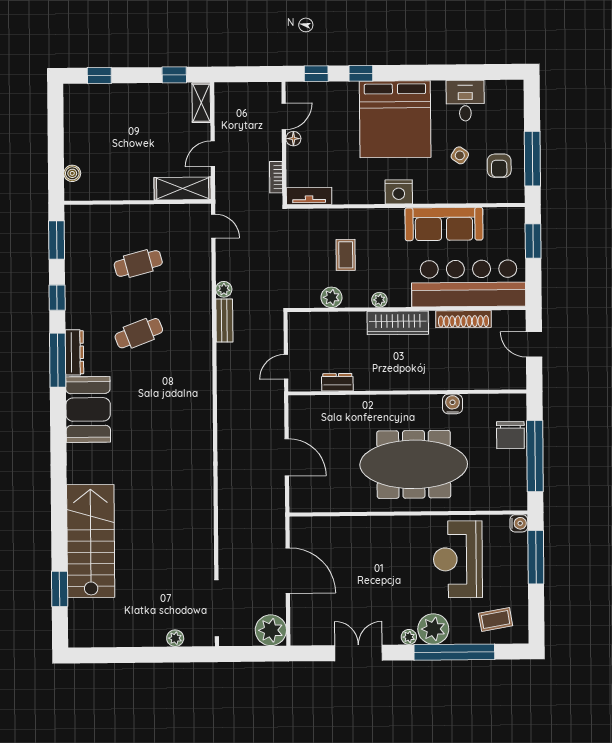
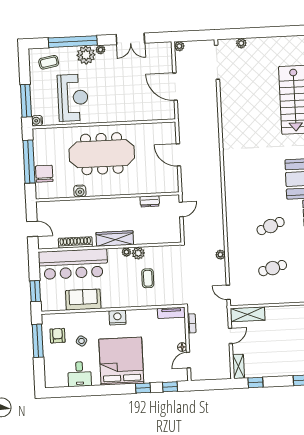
sofa: (444, 224) -> (83, 300), width x0.73
plant: (331, 297) -> (138, 253), moved
bench: (224, 320) -> (219, 236), removed
plant: (271, 630) -> (179, 46), width x0.53, depth x0.53

